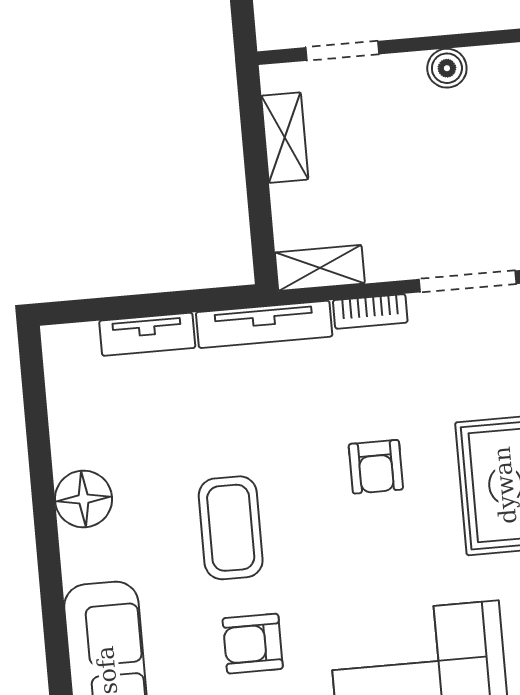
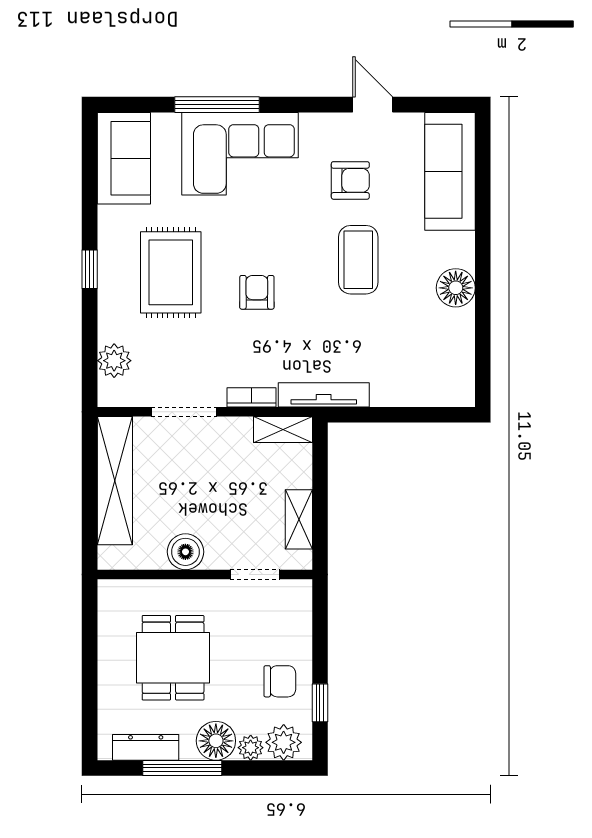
boiler: (447, 68) -> (185, 552), width x1.36, depth x1.36
tv unit: (147, 334) -> (403, 395), removed

